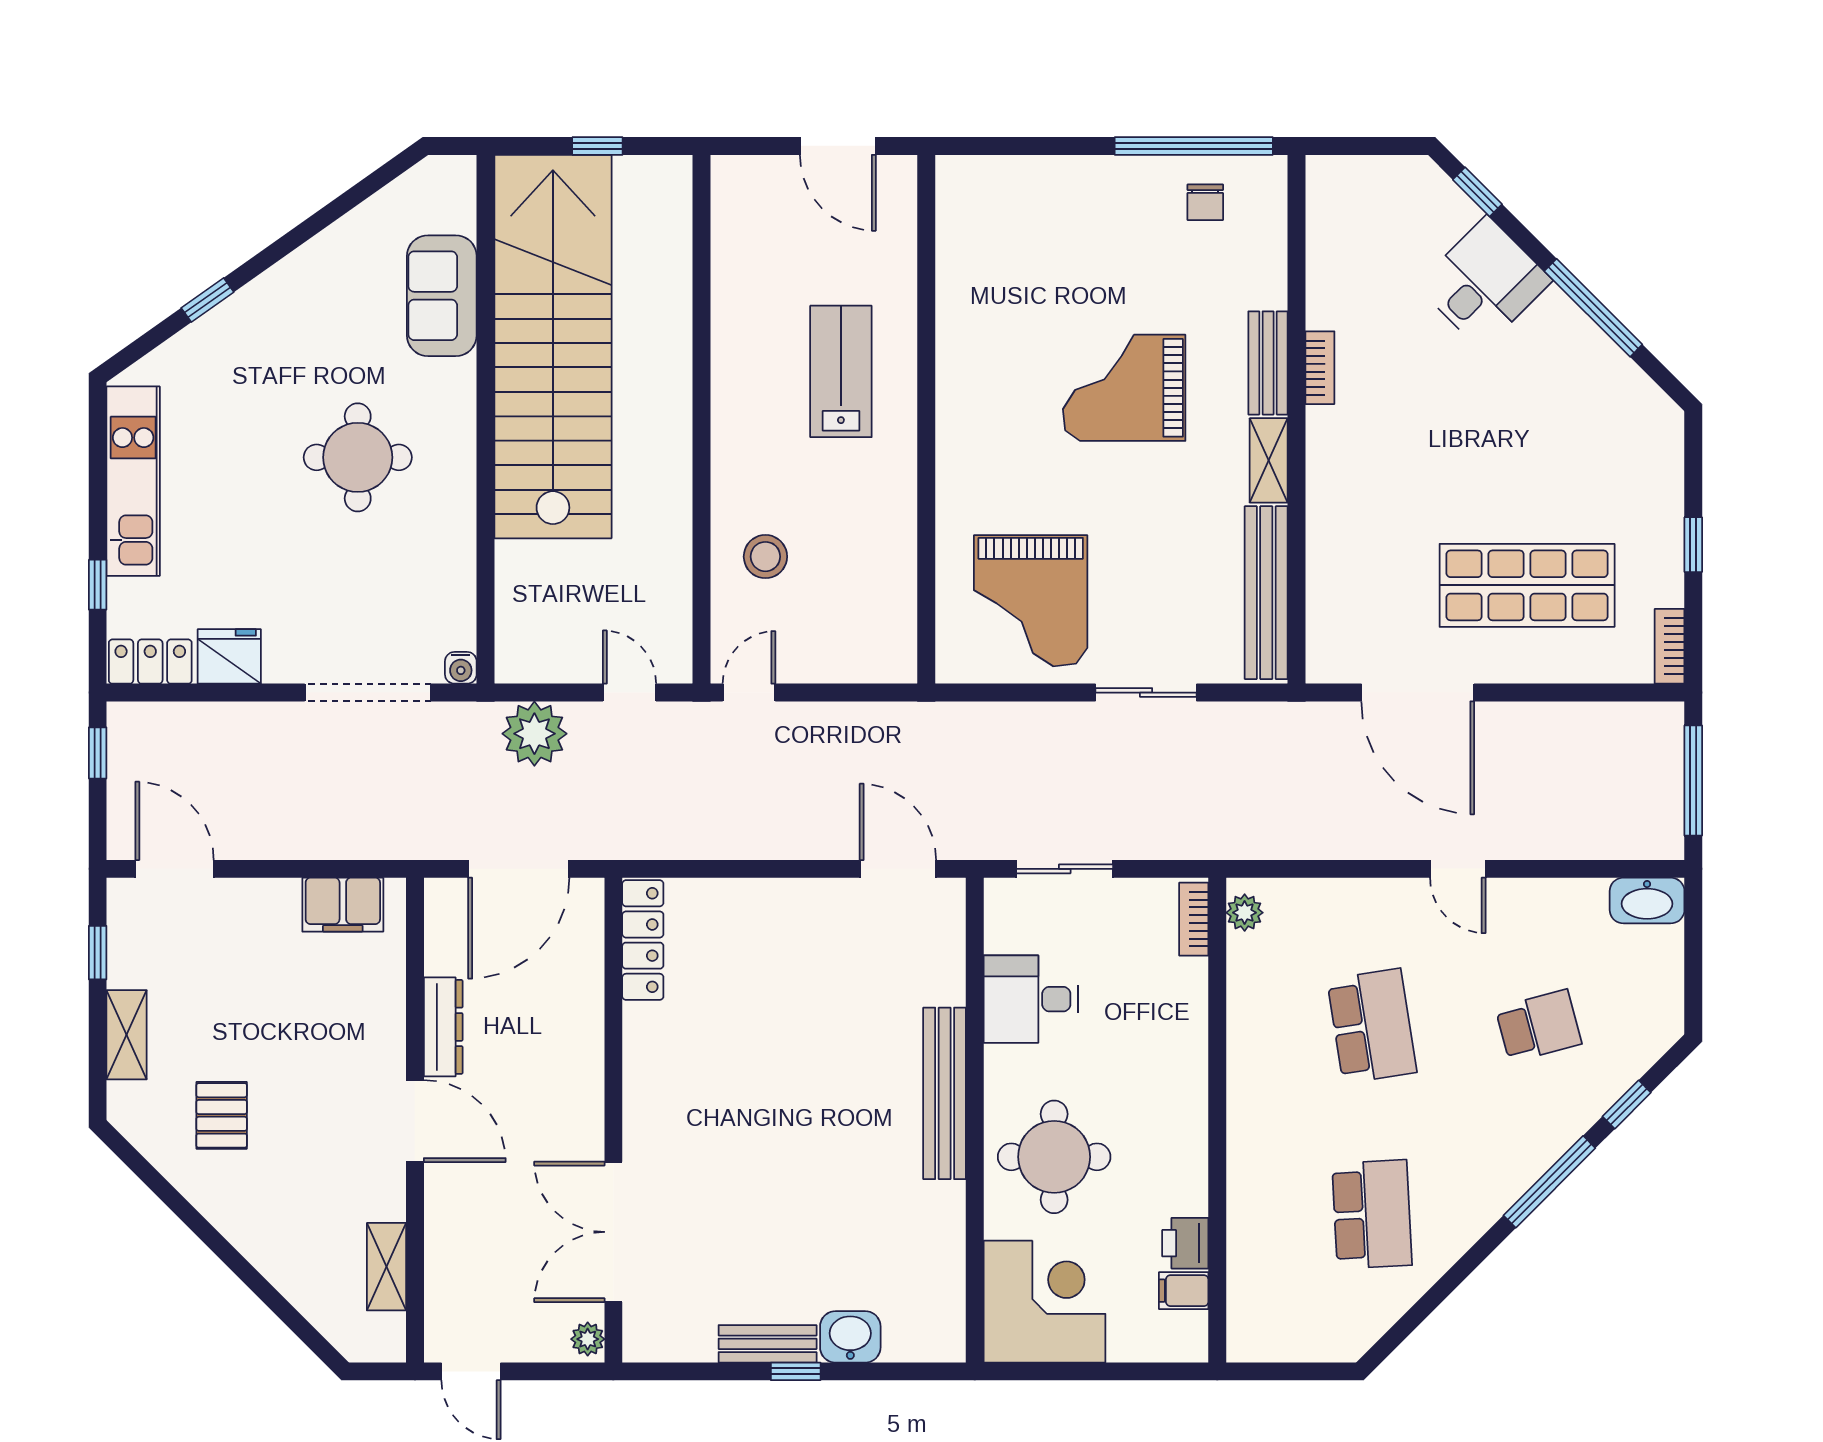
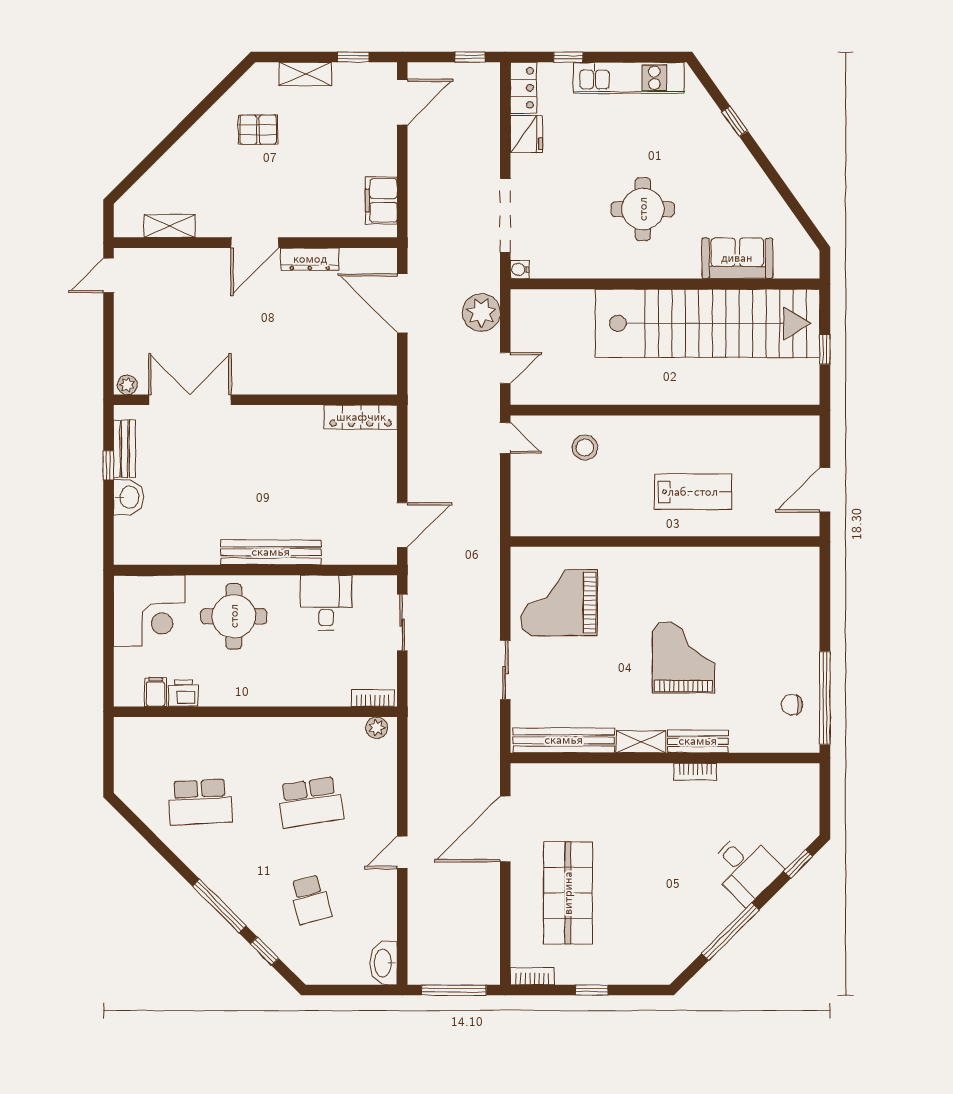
locker: (643, 940) -> (361, 417), moved
wall: (613, 1120) -> (255, 400), moved
double door: (613, 1232) -> (190, 400), moved
plant: (588, 1339) -> (127, 385), moved

